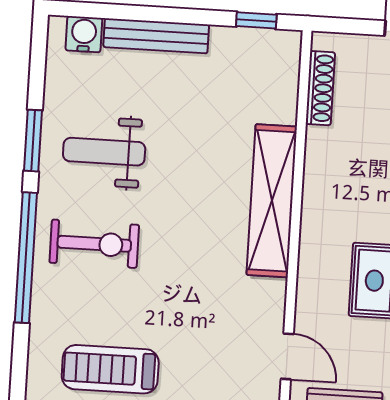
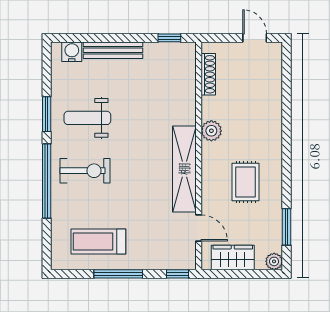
plant: (320, 187) -> (211, 131), added
shelving: (272, 201) -> (184, 169), moved

